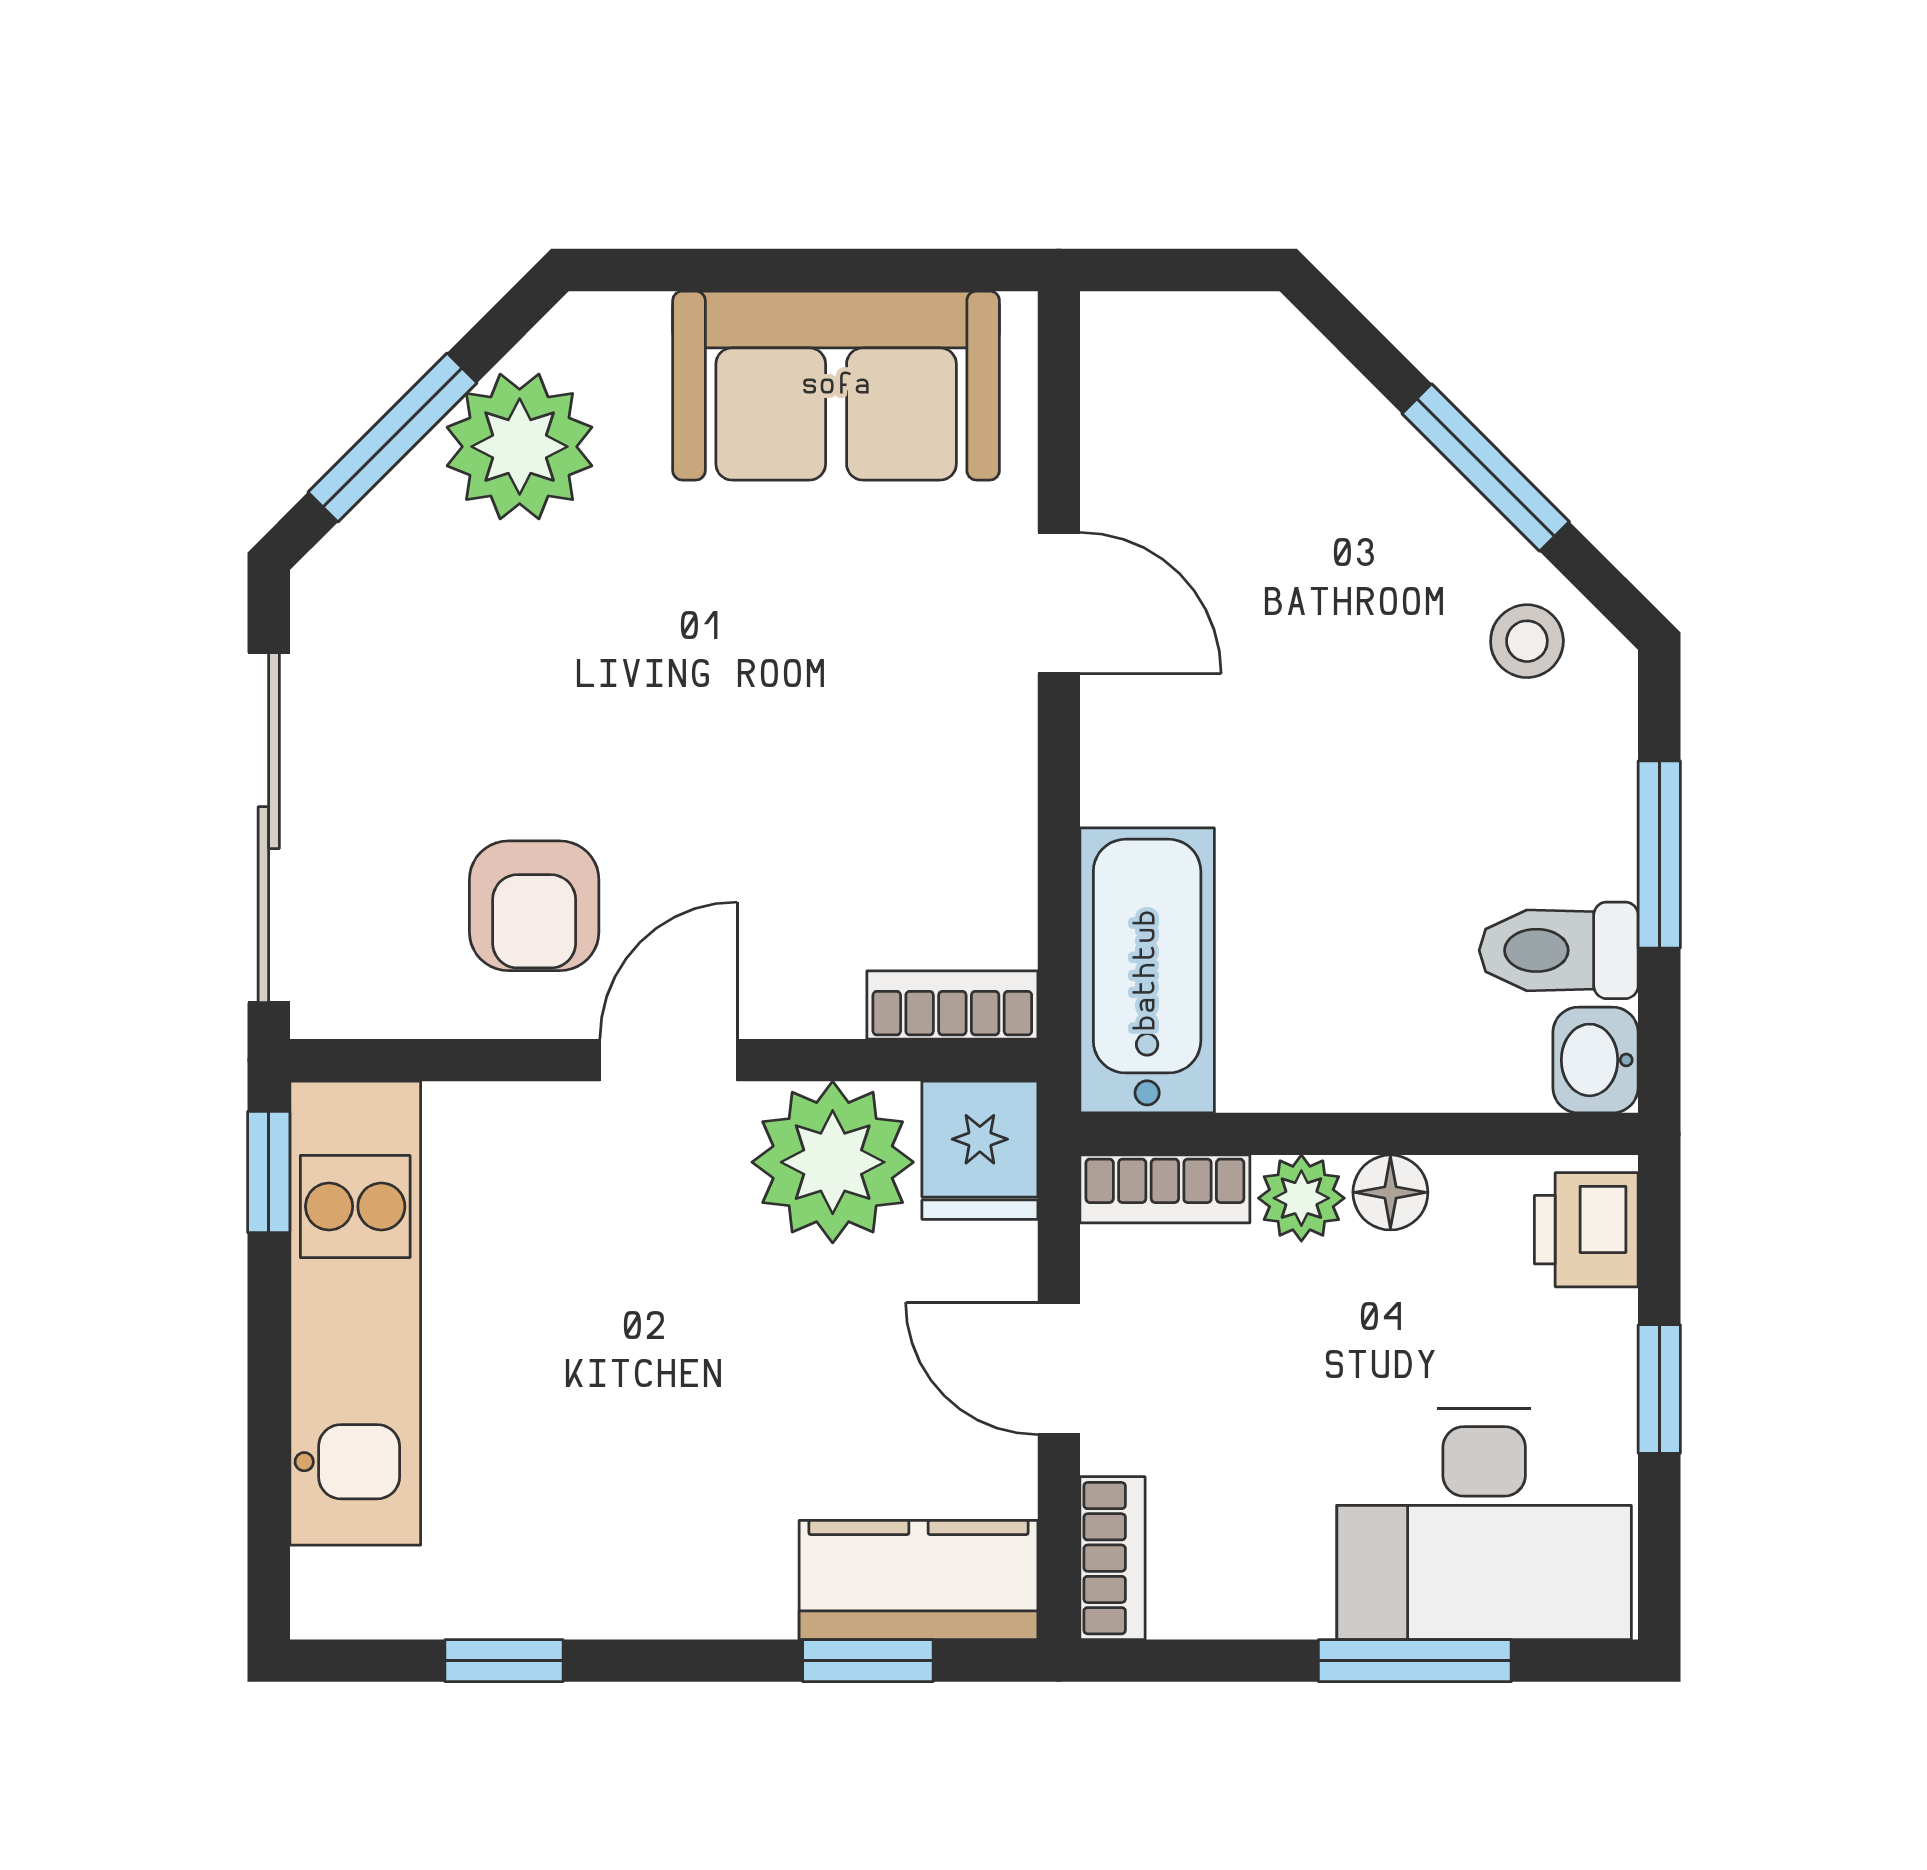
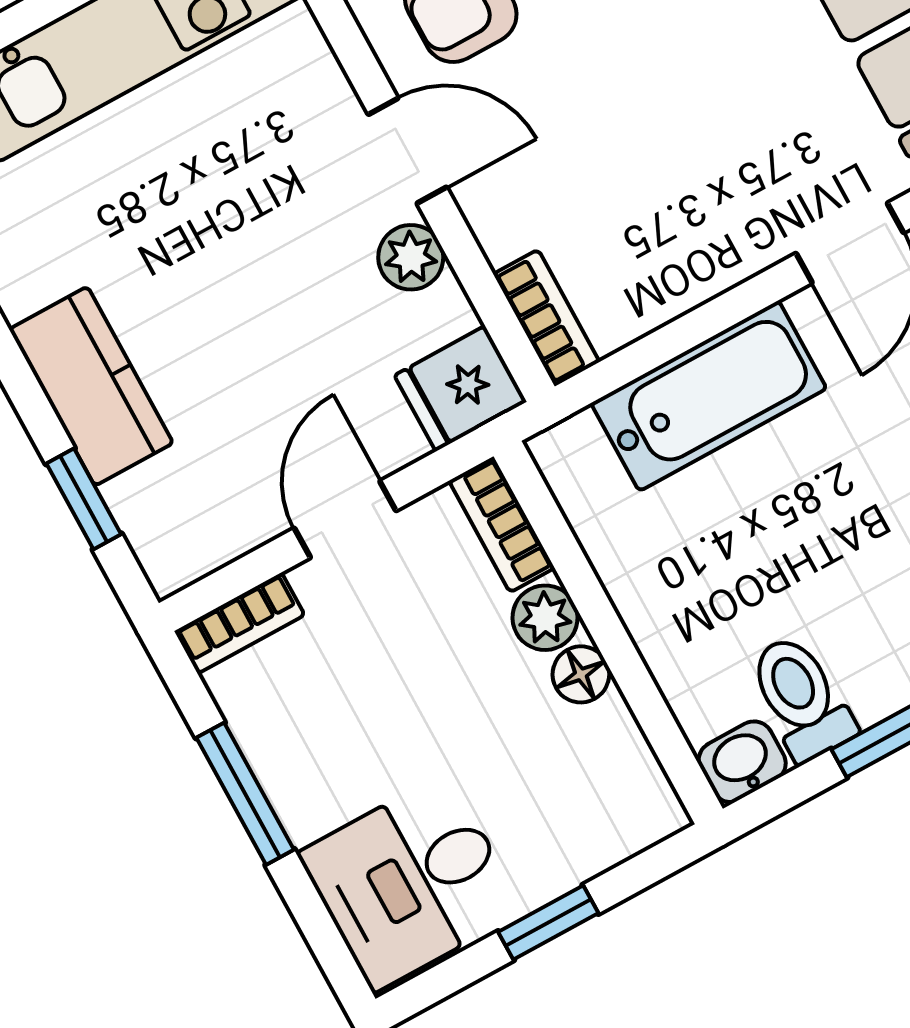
bathtub: (1147, 970) -> (709, 396), moved
plant: (833, 1162) -> (411, 257), width x0.53, depth x0.53
printer: (1586, 1230) -> (627, 817), removed
desk: (1484, 1524) -> (411, 882), width x0.73
kitchen counter: (918, 1580) -> (91, 386), moved
window: (1415, 1661) -> (245, 794), moved

